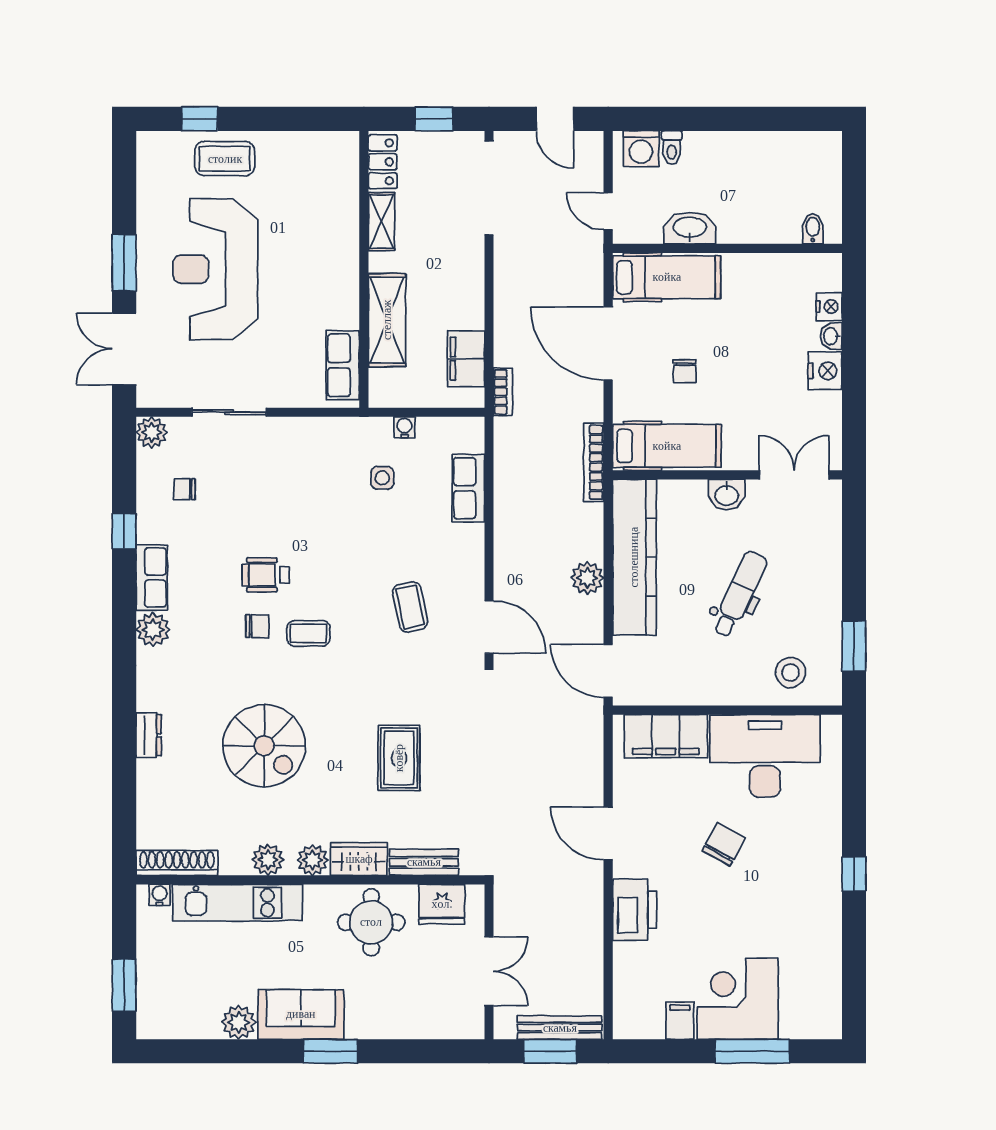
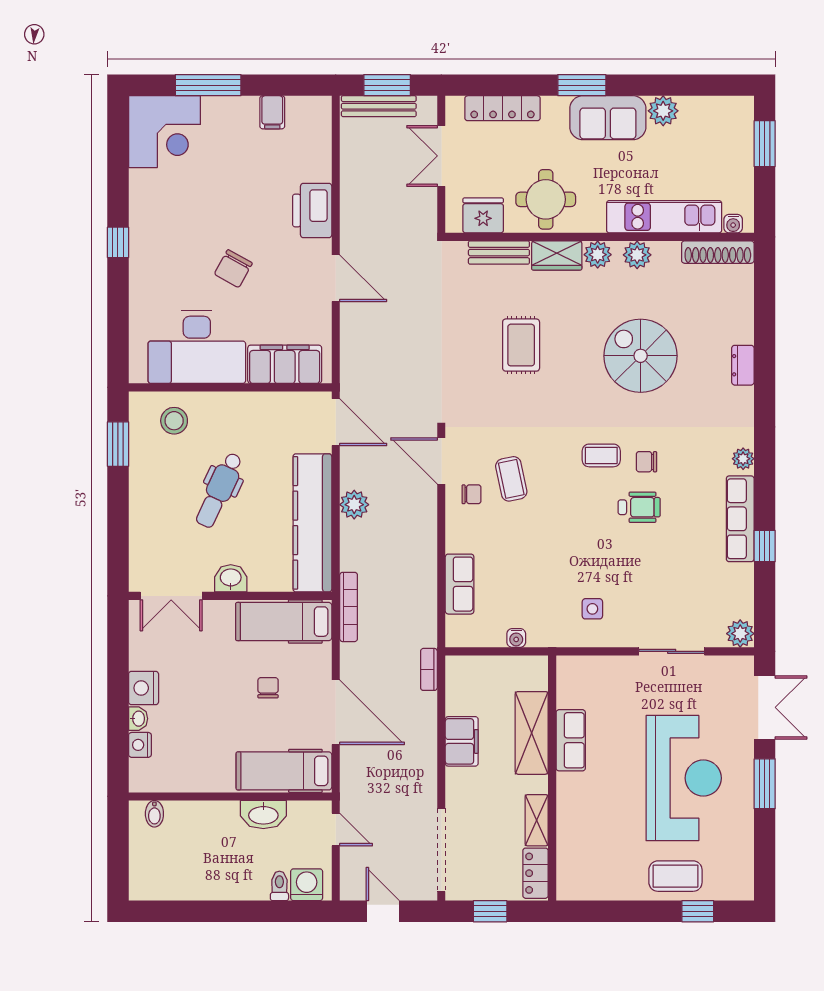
filing cabinet: (466, 359) -> (462, 741), moved
row of seats: (343, 365) -> (571, 740), moved
side table: (382, 478) -> (592, 609), moved
chair: (184, 489) -> (471, 494), moved
row of seats: (152, 578) -> (740, 519), width x1.48
plant: (153, 630) -> (743, 459), width x0.73, depth x0.73
corner desk: (738, 999) -> (164, 132), moved
locker: (420, 1025) -> (502, 108), added

